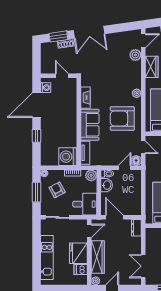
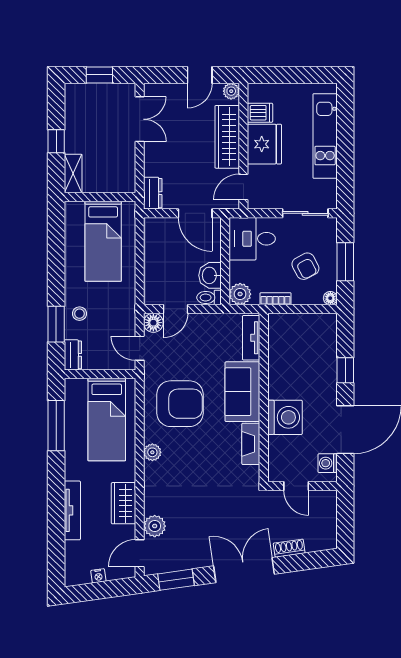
window: (58, 36) -> (176, 580), moved
washing machine: (68, 157) -> (285, 417), moved

